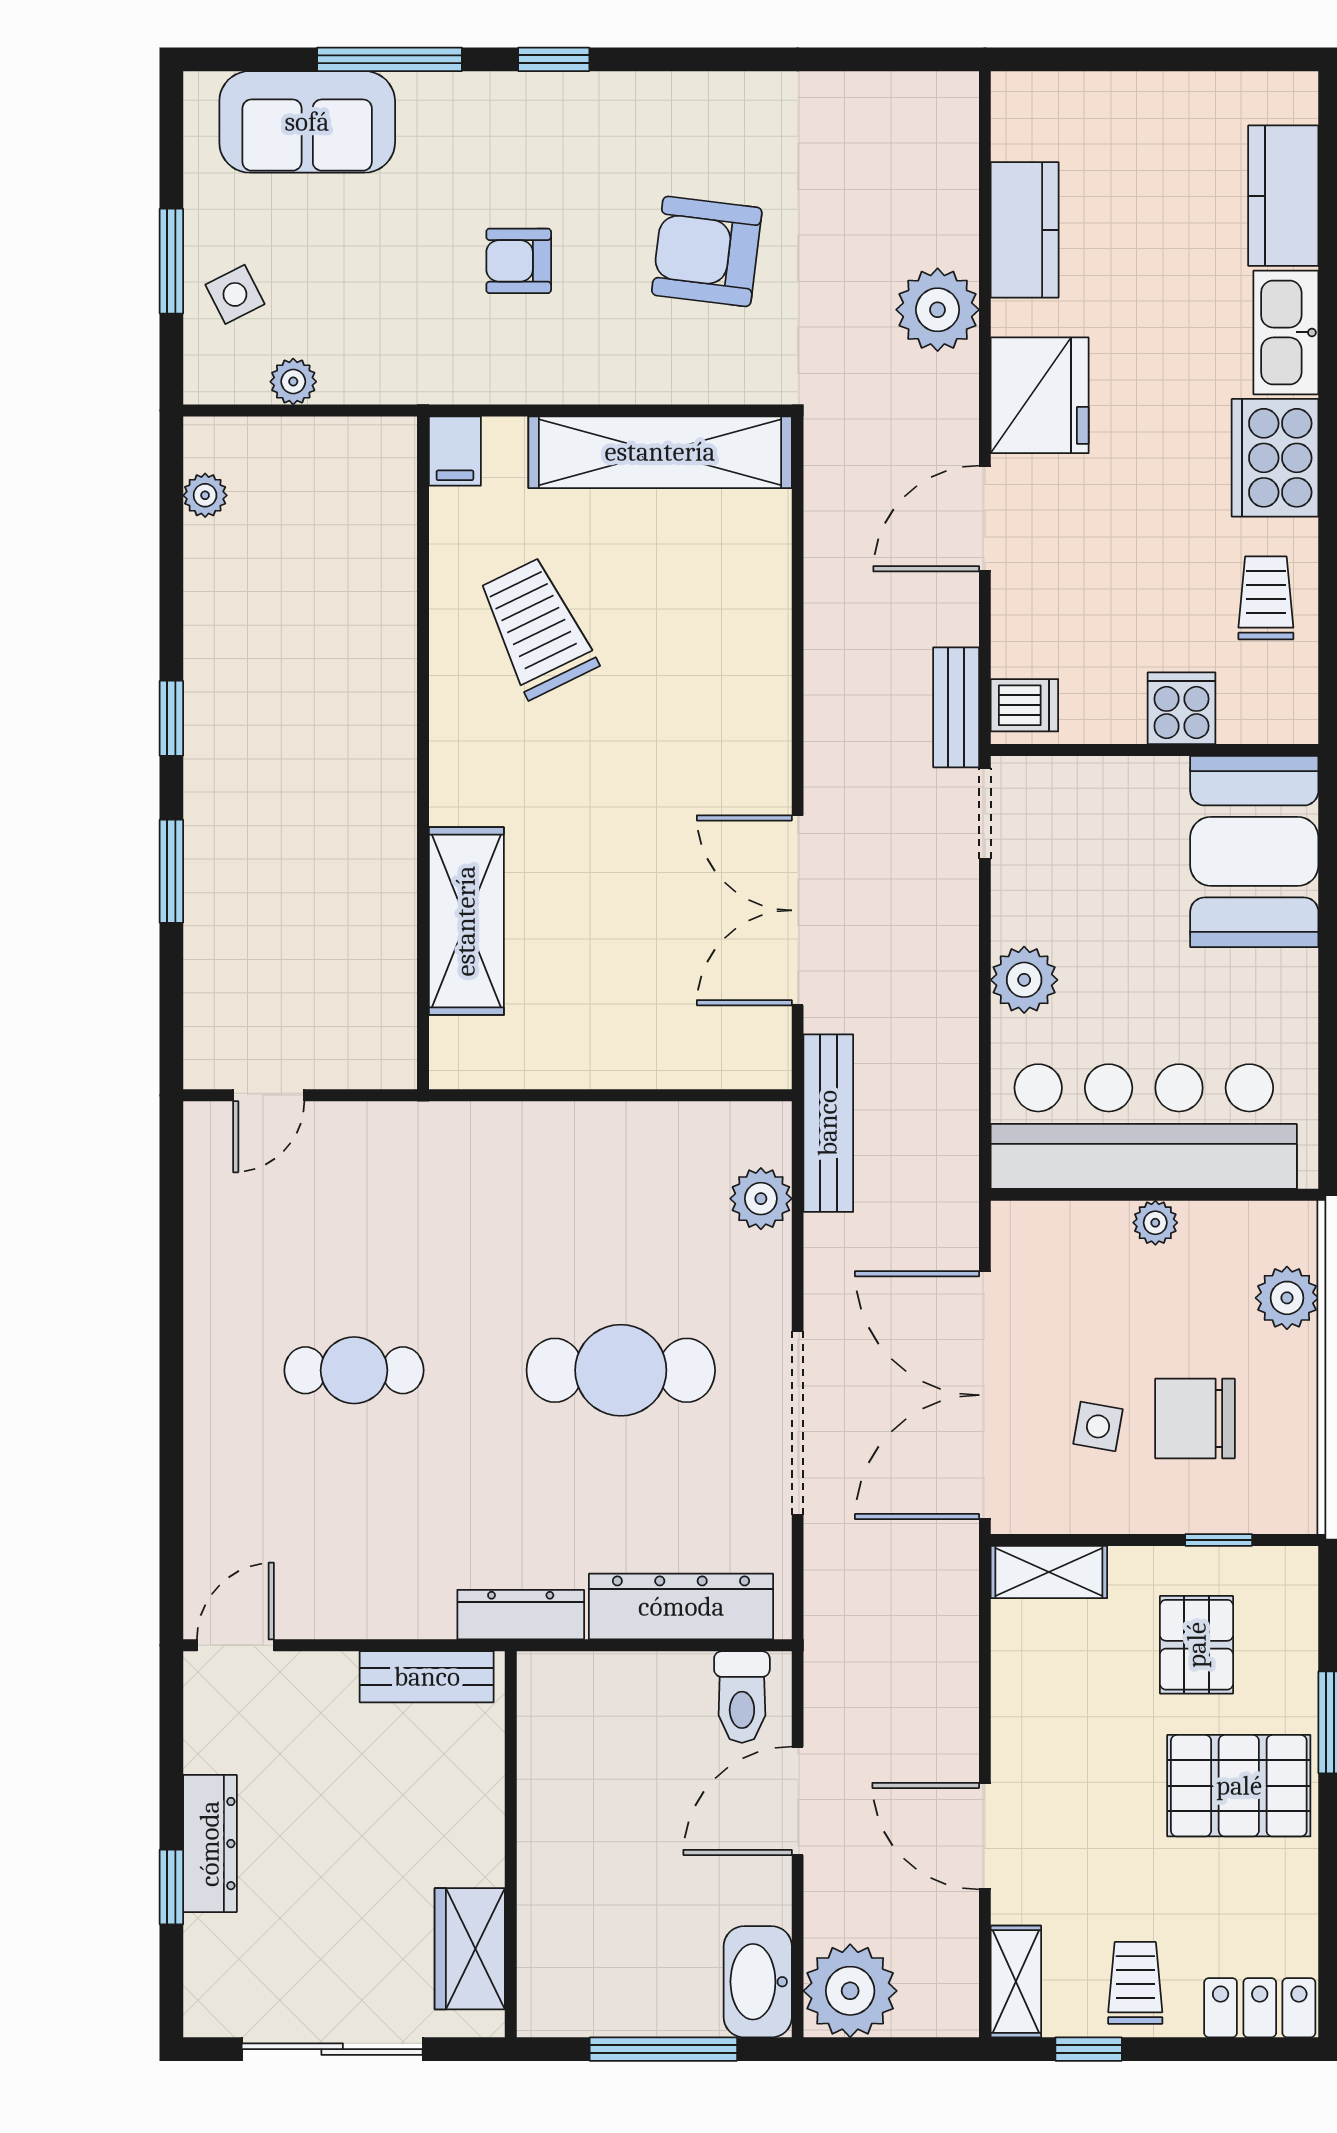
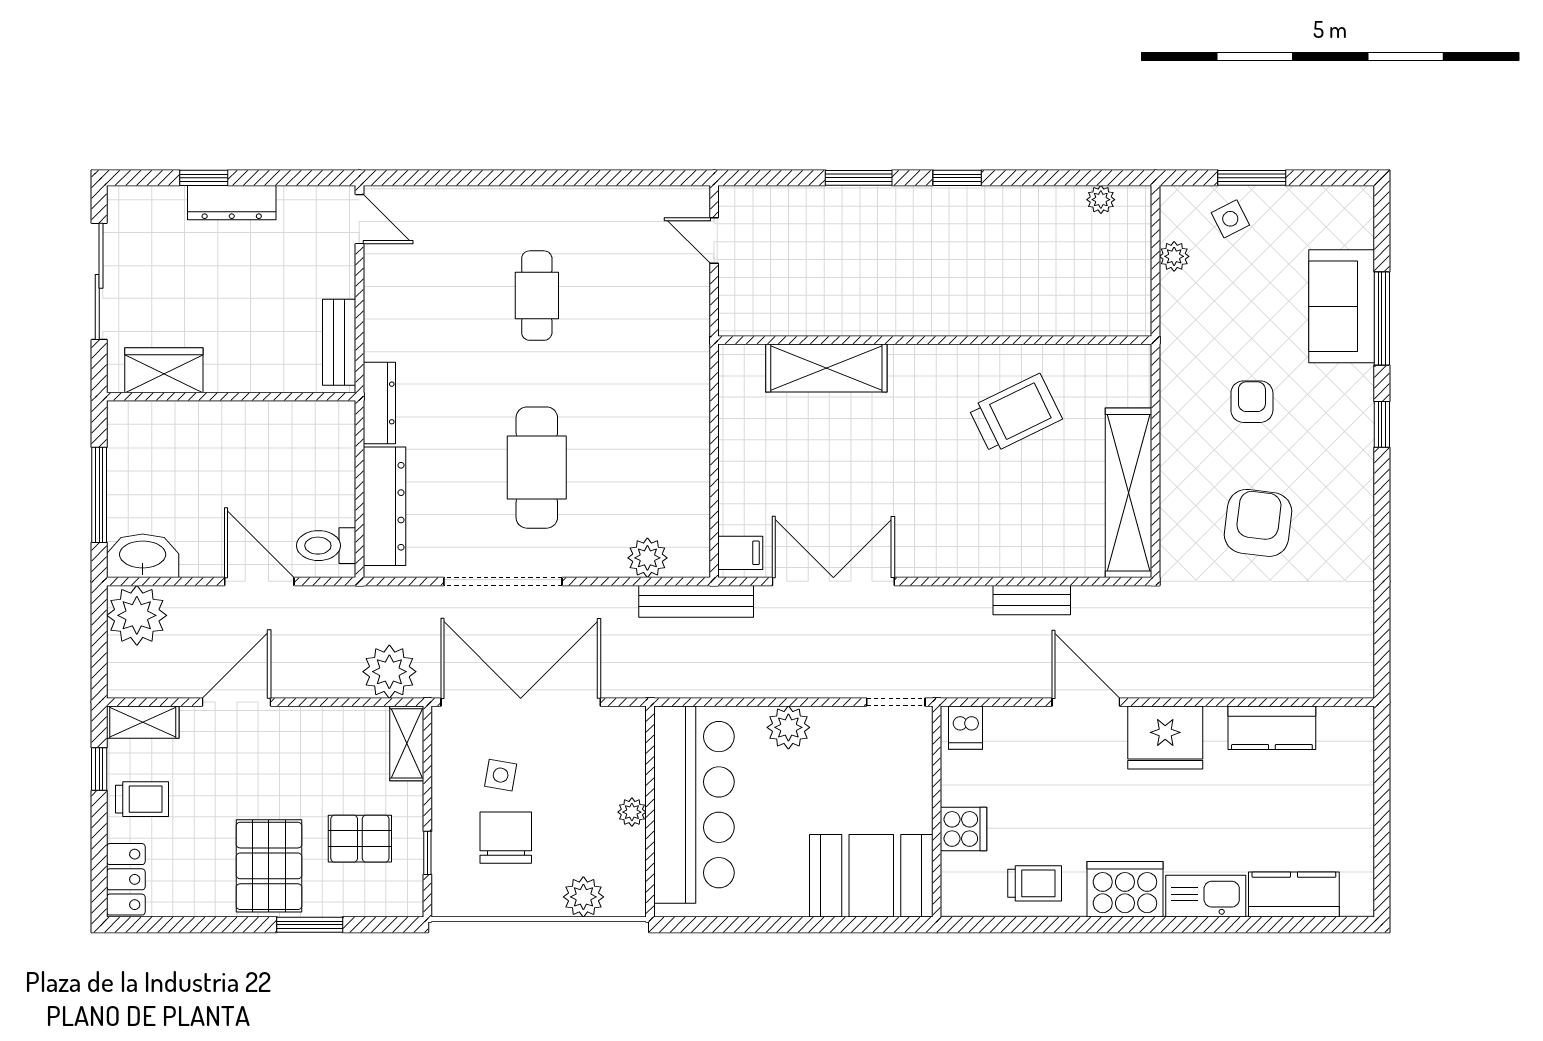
sofa: (307, 122) -> (1342, 306), moved
plant: (938, 310) -> (389, 672), moved
filing cabinet: (455, 451) -> (740, 553), moved, turned 180
bench: (956, 707) -> (1032, 600), moved

